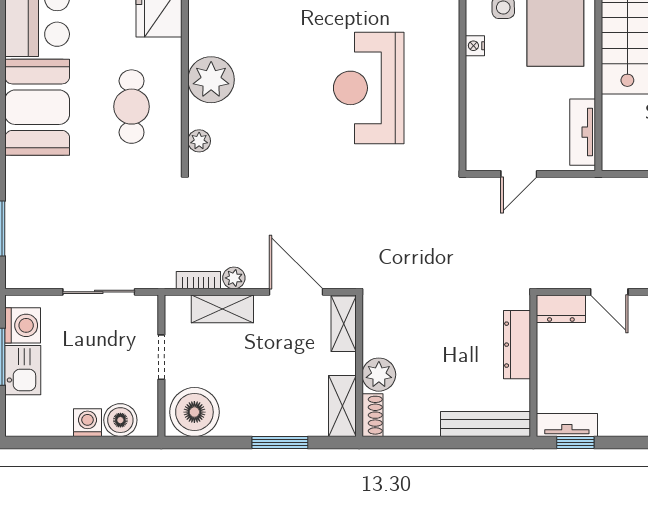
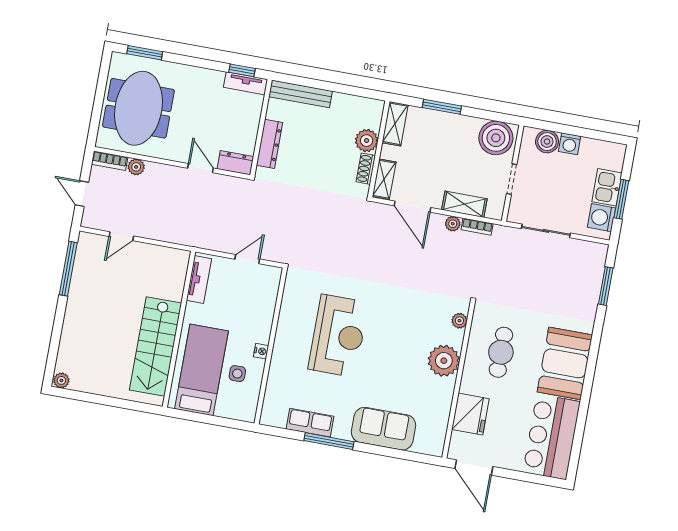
shoe rack: (373, 415) -> (366, 169), moved

